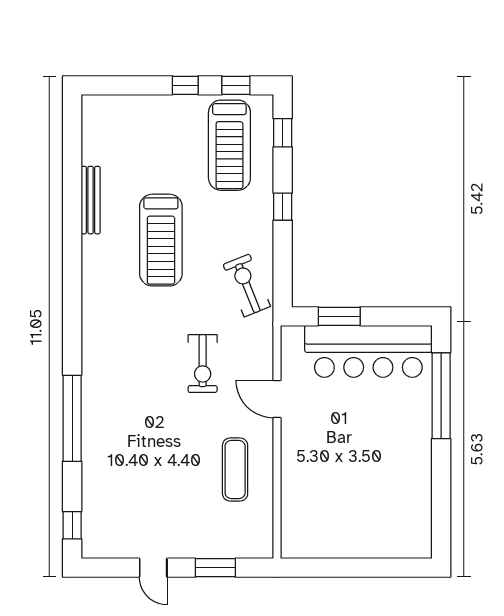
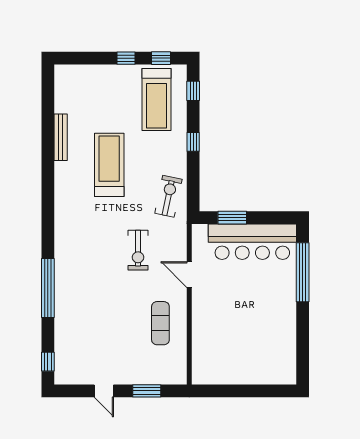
treadmill: (161, 240) -> (109, 165), turned 180
exercise bike: (247, 285) -> (168, 196), turned 34

